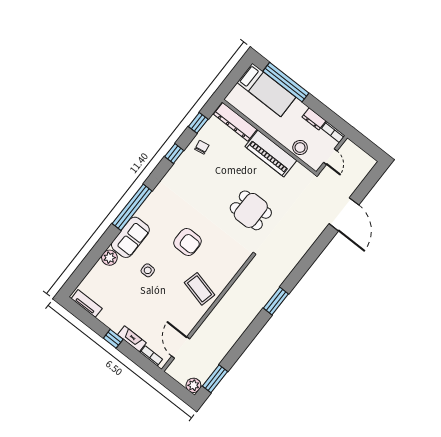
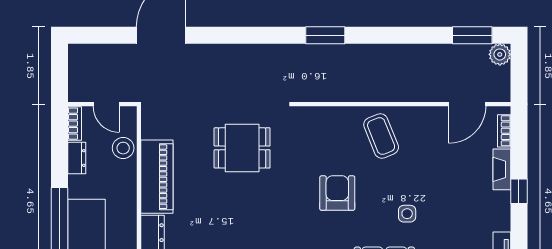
door: (330, 157) -> (106, 104), swing flipped
dining table: (251, 210) -> (242, 148), turned 90
coffee table: (200, 289) -> (381, 136), turned -36

